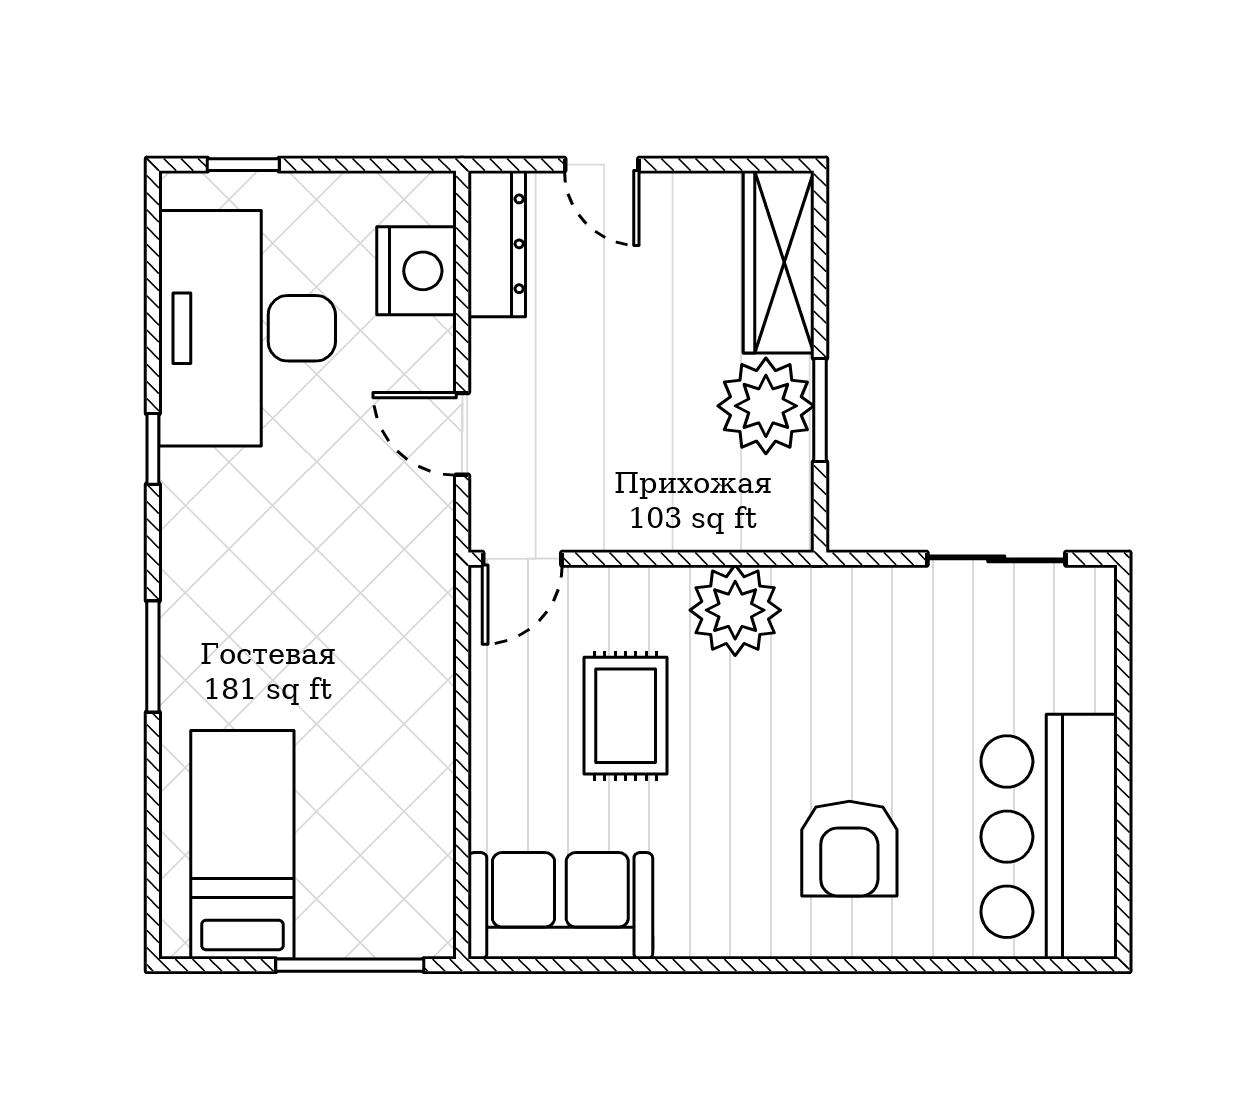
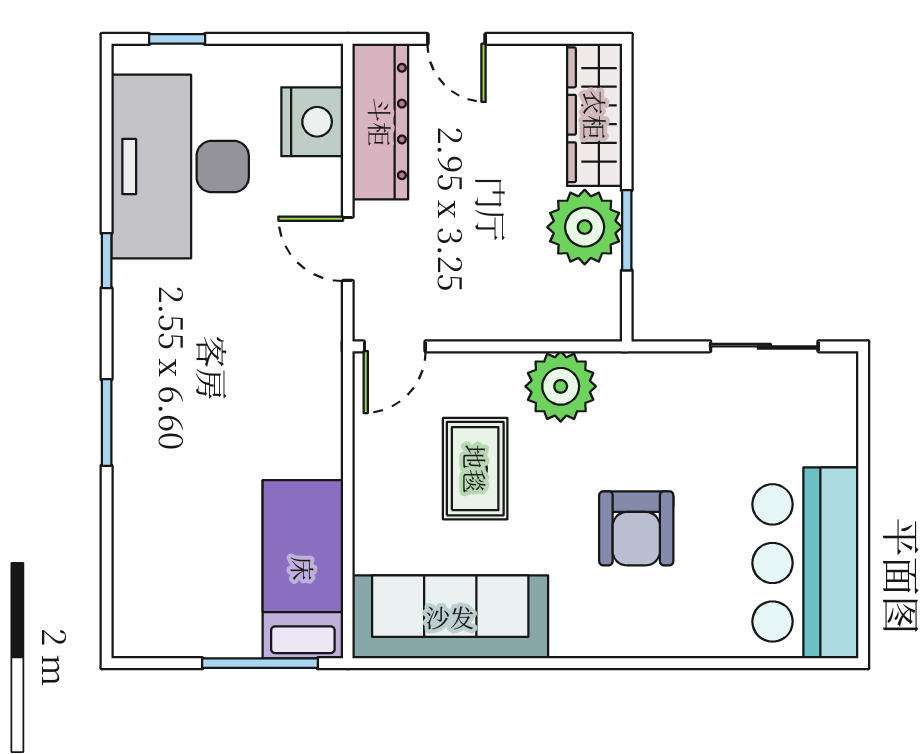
dresser: (497, 244) -> (380, 122), width x1.37, depth x1.24
bed: (242, 845) -> (303, 569), moved
armchair: (849, 849) -> (636, 528), moved
sofa: (560, 906) -> (450, 617), width x1.36

